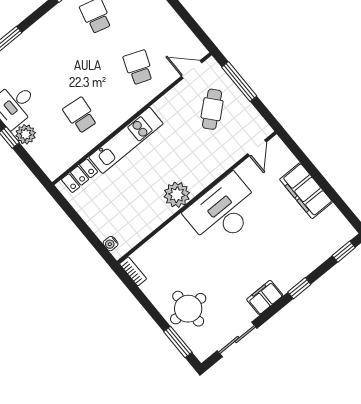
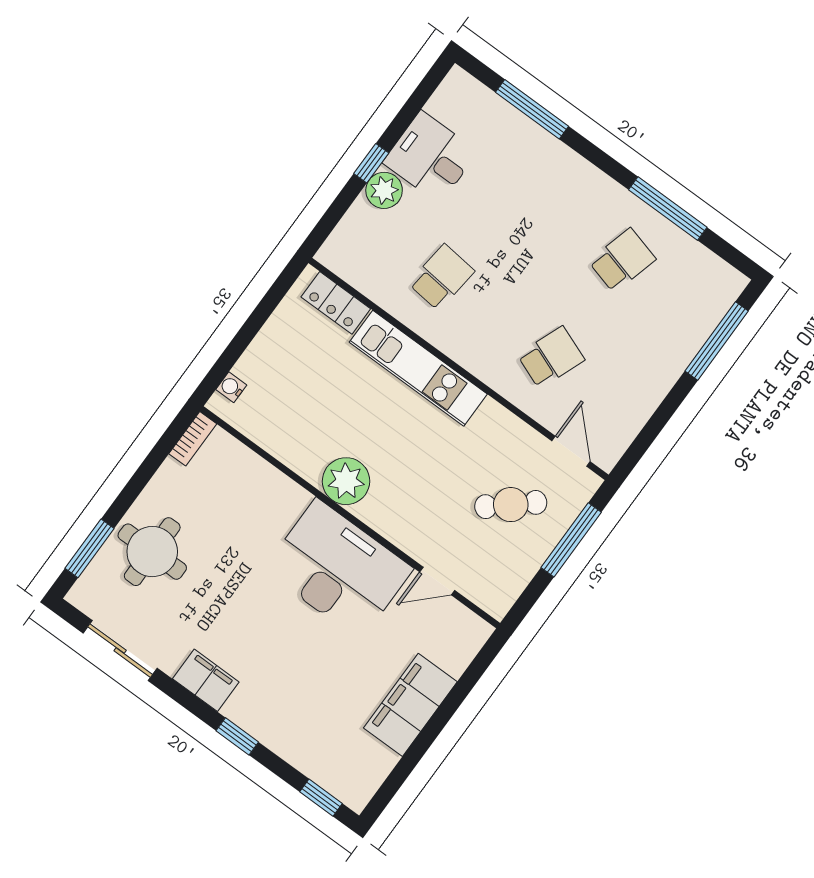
door: (257, 148) -> (437, 581), moved

